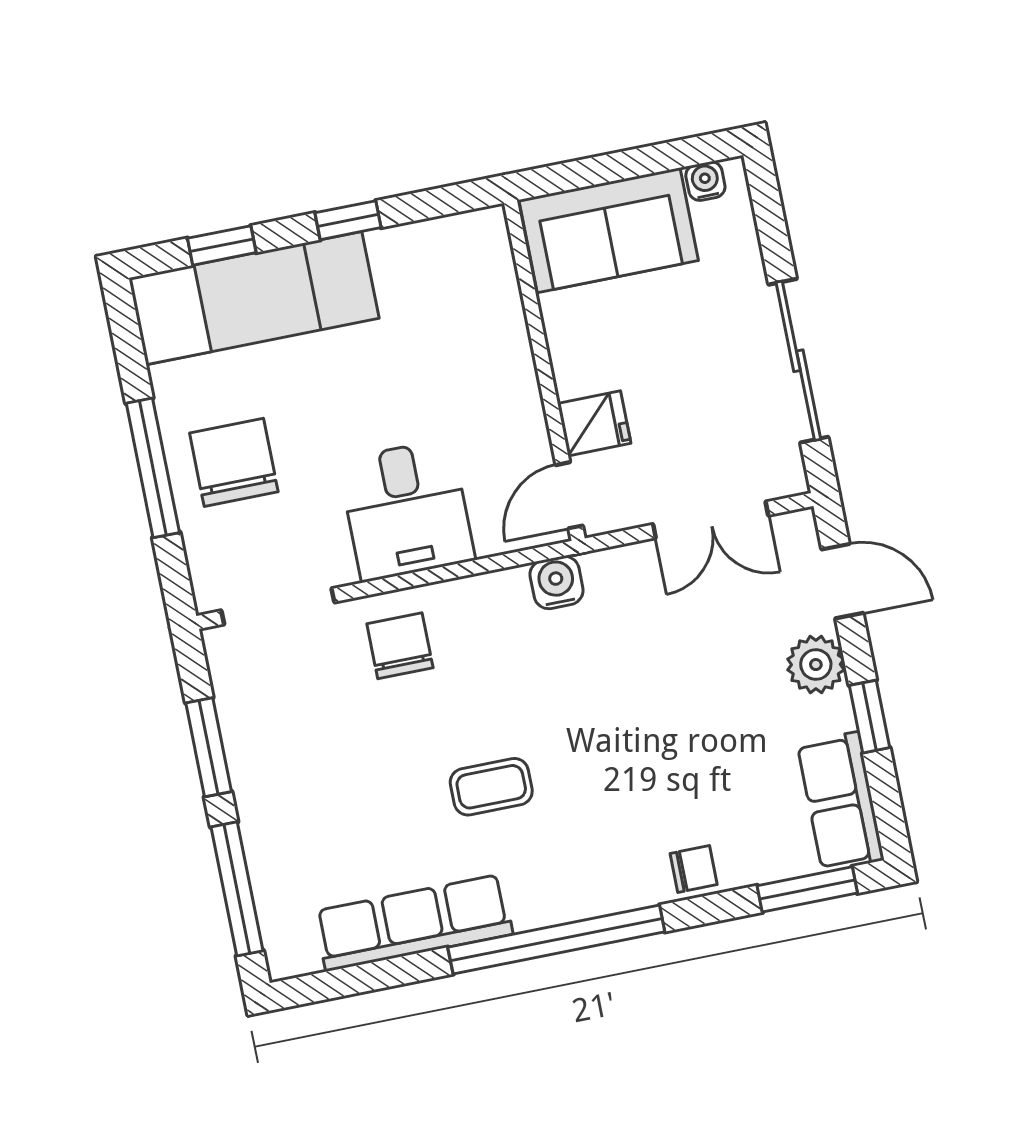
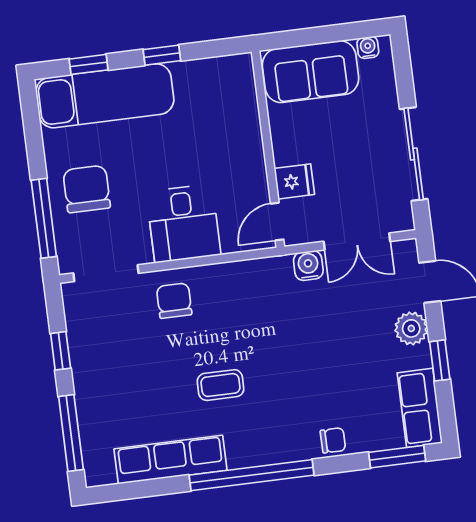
window: (153, 468) -> (44, 218), moved
water cooler: (557, 582) -> (308, 266), moved
window: (209, 747) -> (61, 351), width x0.67

